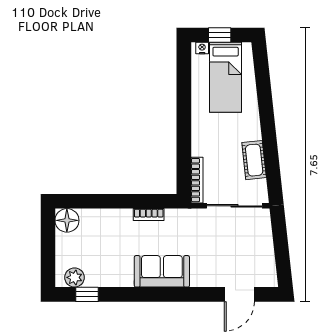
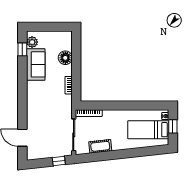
floor lamp: (67, 220) -> (65, 58), moved
window: (279, 231) -> (59, 161), added
sofa: (162, 271) -> (36, 64), moved

